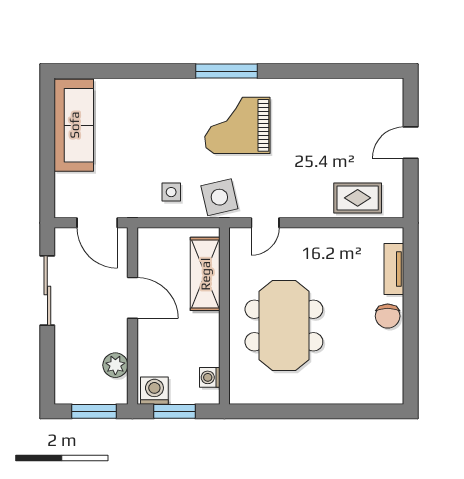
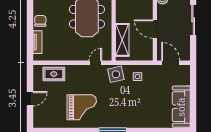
grand piano: (237, 125) -> (82, 107), moved
sliding door: (47, 291) -> (193, 20), moved

